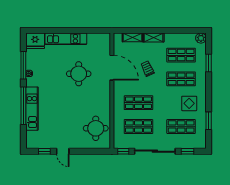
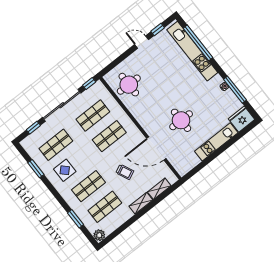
window: (23, 106) -> (198, 43), moved
kitchen unit: (32, 109) -> (192, 51), width x1.36

